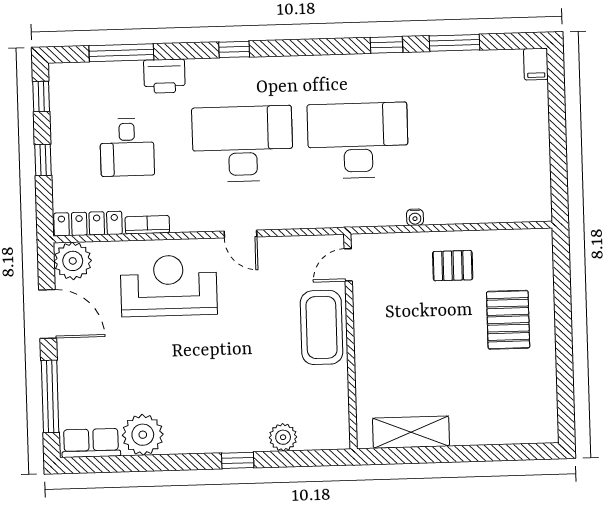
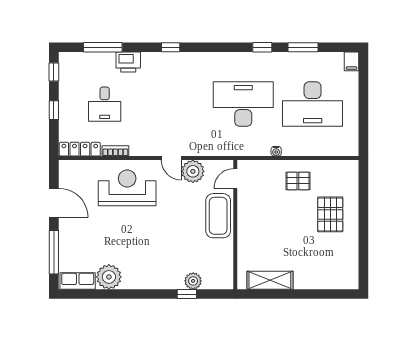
desk: (242, 144) -> (313, 104), moved, turned 180
plant: (73, 261) -> (193, 171), moved
window: (238, 460) -> (187, 294), moved

